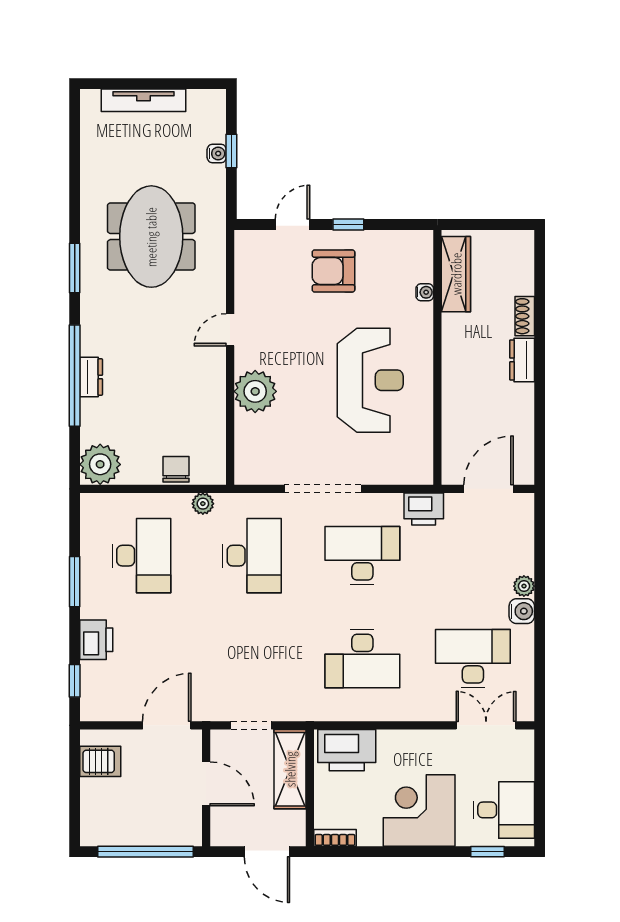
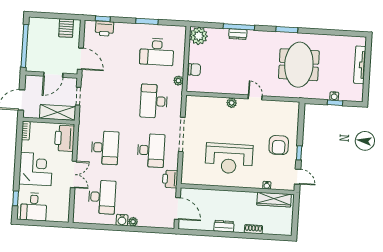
door: (293, 225) -> (298, 177), moved
meeting table: (151, 237) -> (299, 65), turned 90
armchair: (333, 271) -> (279, 145), turned 180
dresser: (522, 360) -> (224, 226), moved
window: (75, 376) -> (239, 27), width x0.68
plant: (255, 391) -> (232, 103), width x0.53, depth x0.53
desk: (252, 556) -> (154, 101), turned 90
printer: (96, 640) -> (105, 29), moved
desk: (362, 659) -> (105, 148), turned 180
double door: (486, 725) -> (74, 174), moved

